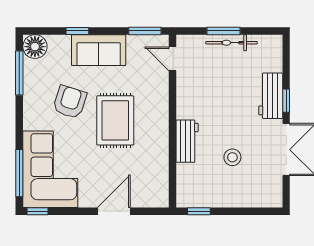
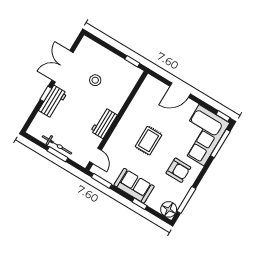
armchair: (70, 102) -> (178, 170), moved, turned -108
rug: (115, 120) -> (149, 141), width x0.73, depth x0.70
workbench: (187, 141) -> (104, 123), moved

